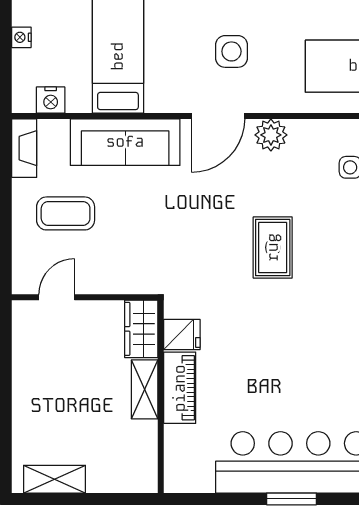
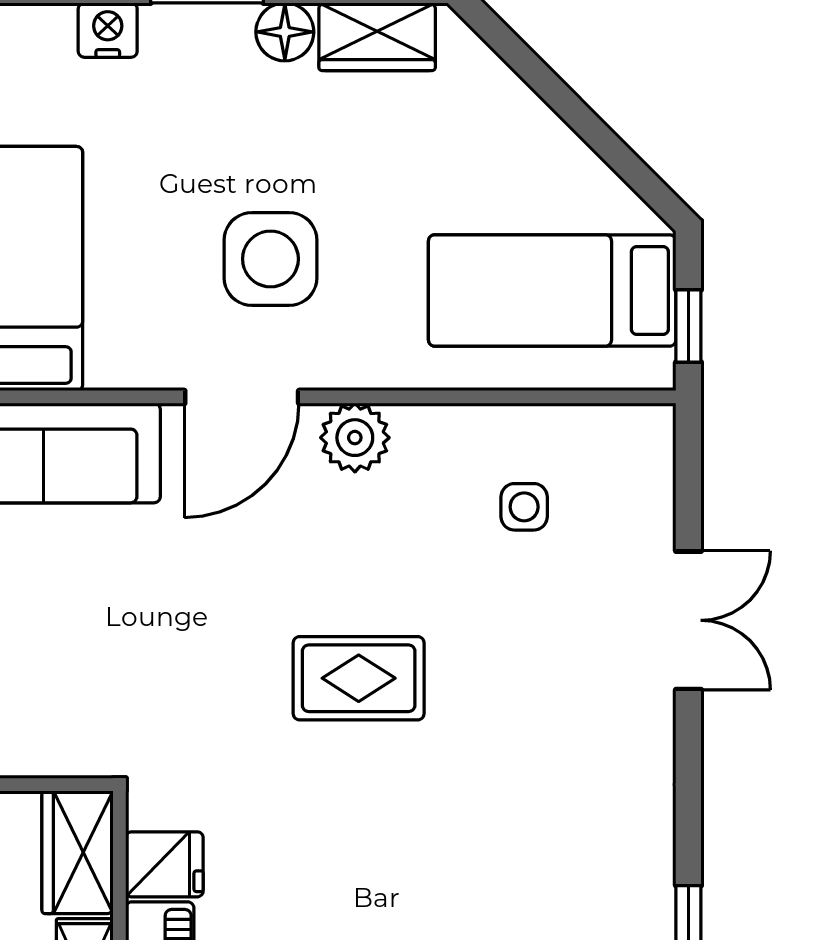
side table: (231, 51) -> (270, 259), width x1.37, depth x1.37
rug: (273, 247) -> (359, 678), turned 90

